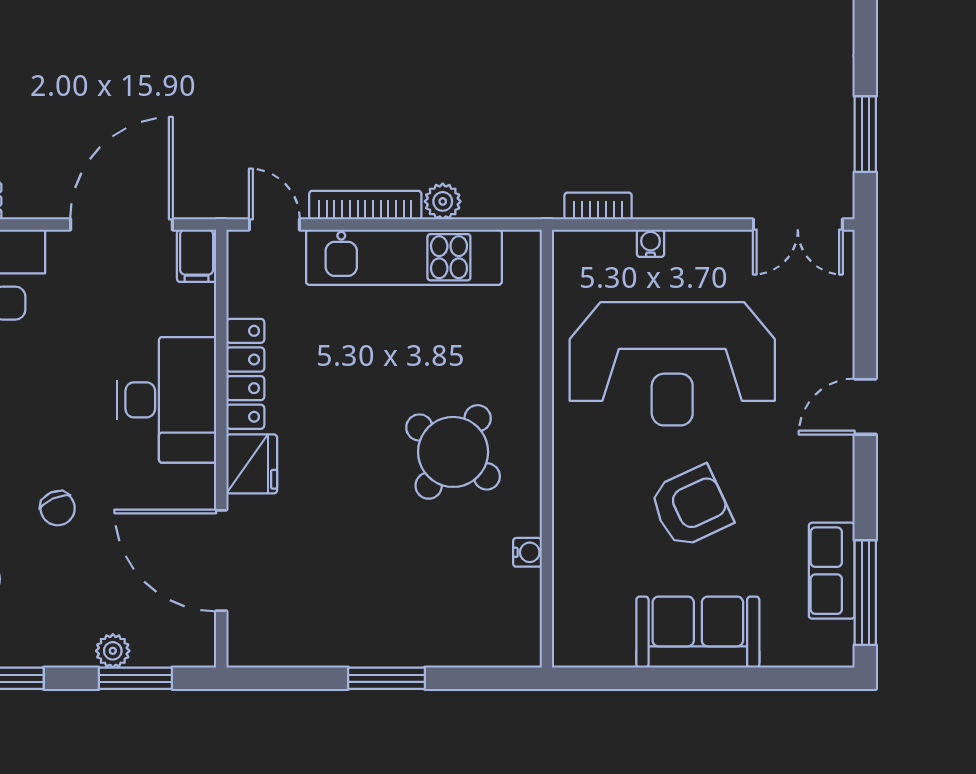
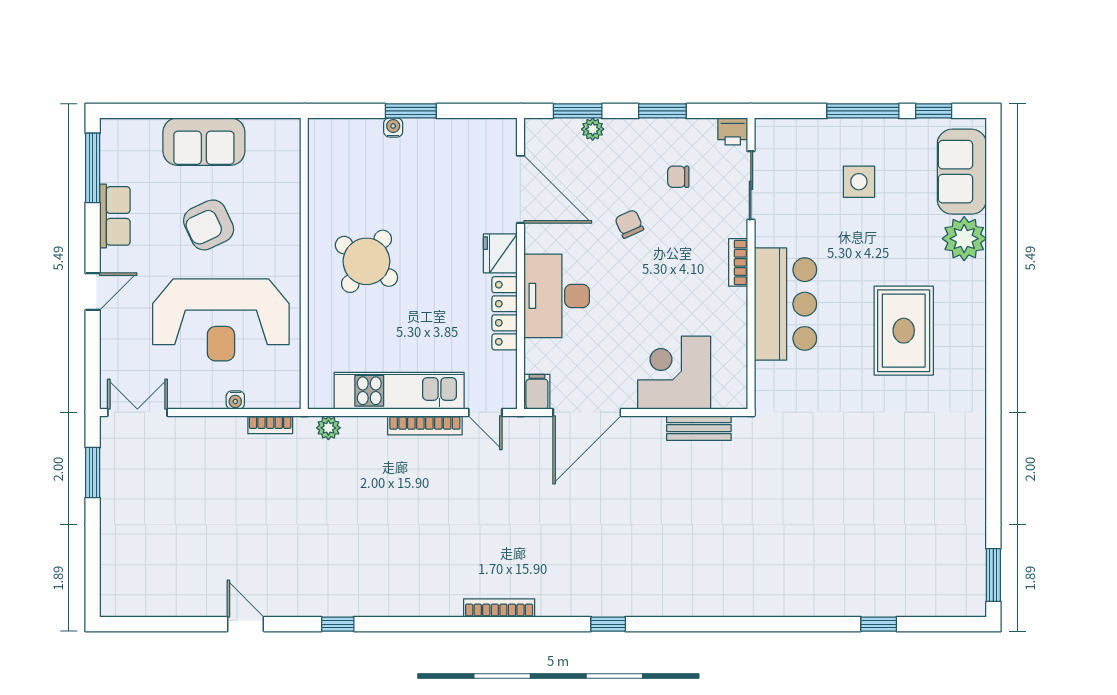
plant: (443, 201) -> (328, 428), moved
reception desk: (672, 364) -> (221, 320), turned 180
water cooler: (527, 552) -> (393, 128), moved, turned 90
row of seats: (832, 571) -> (115, 216), moved

